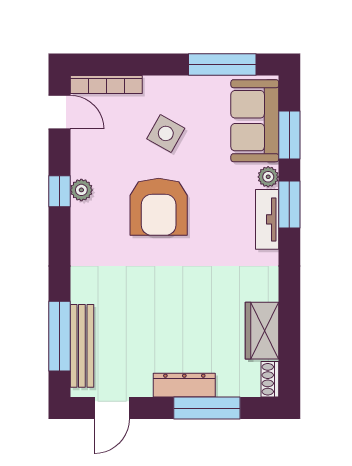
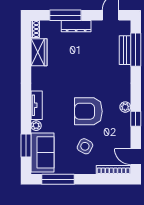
plant: (81, 190) -> (125, 107), moved
window: (289, 204) -> (26, 112), removed
armchair: (159, 207) -> (88, 111), turned -90
bench: (82, 346) -> (125, 50), width x0.73

